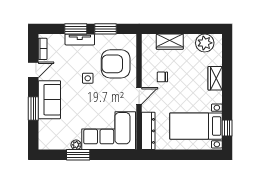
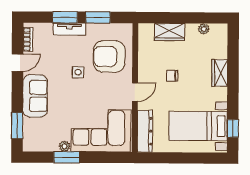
plant: (205, 43) -> (204, 29), width x0.53, depth x0.53
chair: (162, 77) -> (172, 76), moved
window: (33, 108) -> (17, 126), moved

